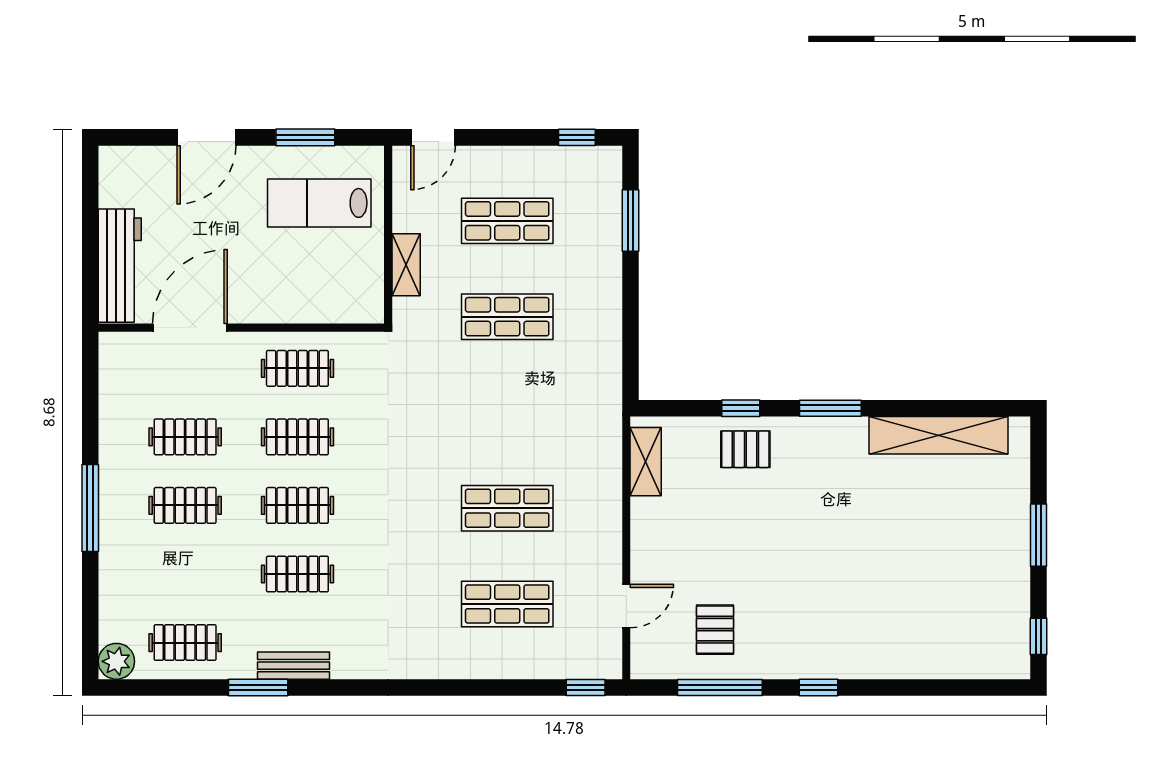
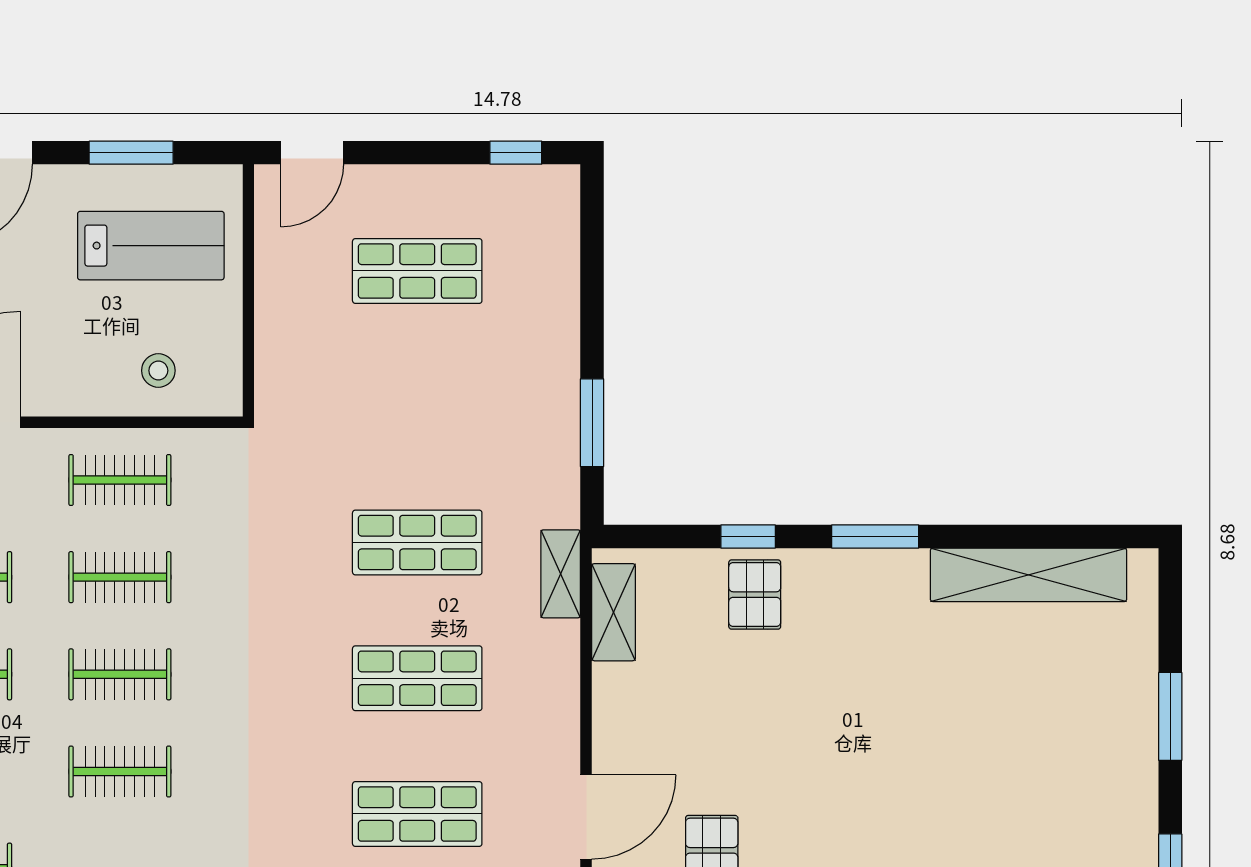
lab bench: (319, 203) -> (151, 246), turned 180
window: (631, 220) -> (592, 423), moved
shelving: (406, 265) -> (561, 574), moved
stool: (325, 291) -> (158, 371), added
shop shelf: (507, 317) -> (417, 542), moved
pallet: (745, 449) -> (755, 595), turned 90
door: (626, 606) -> (586, 817), width x1.38

